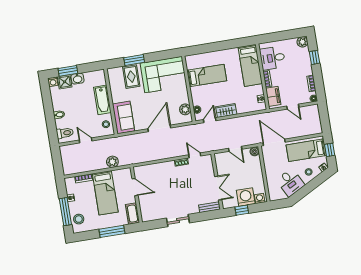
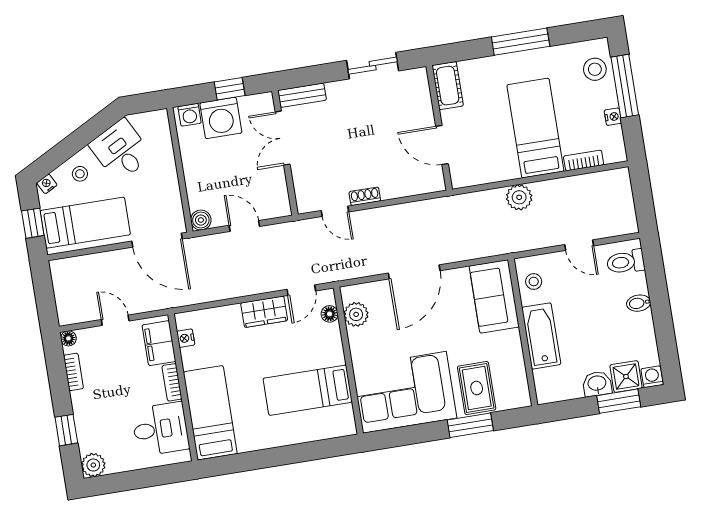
door: (135, 187) -> (442, 145), moved
wall: (136, 195) -> (439, 128), moved
cot: (132, 214) -> (448, 86), moved

